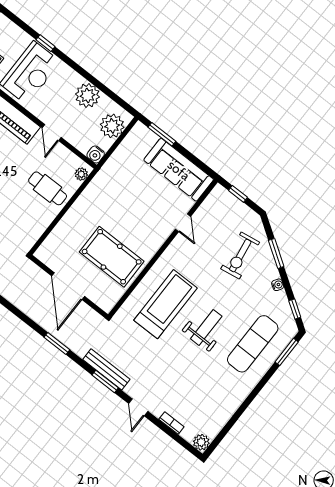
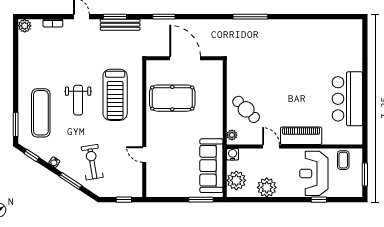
sofa: (179, 170) -> (211, 166), moved, turned -90
cafe table: (48, 188) -> (246, 109), turned 45

